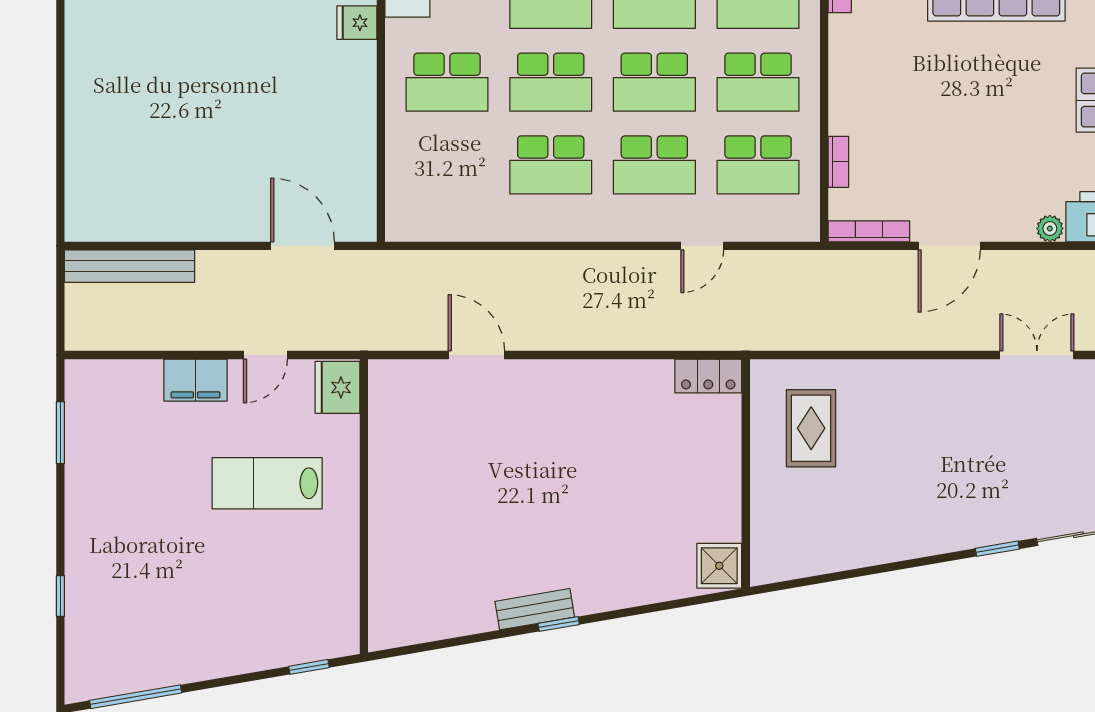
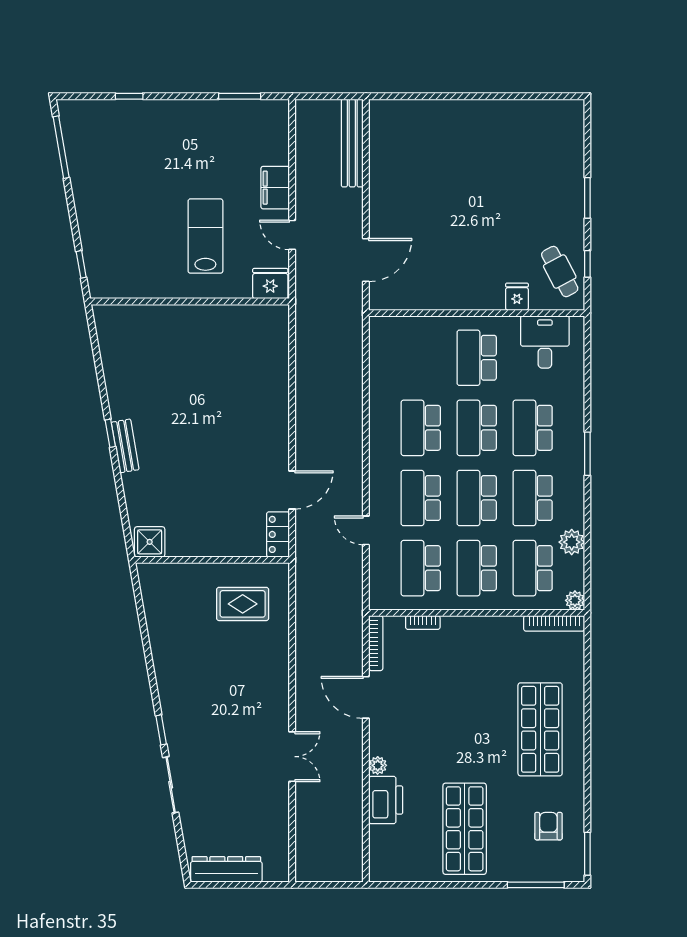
door: (476, 355) -> (292, 490), moved
bench: (535, 609) -> (125, 446), moved

